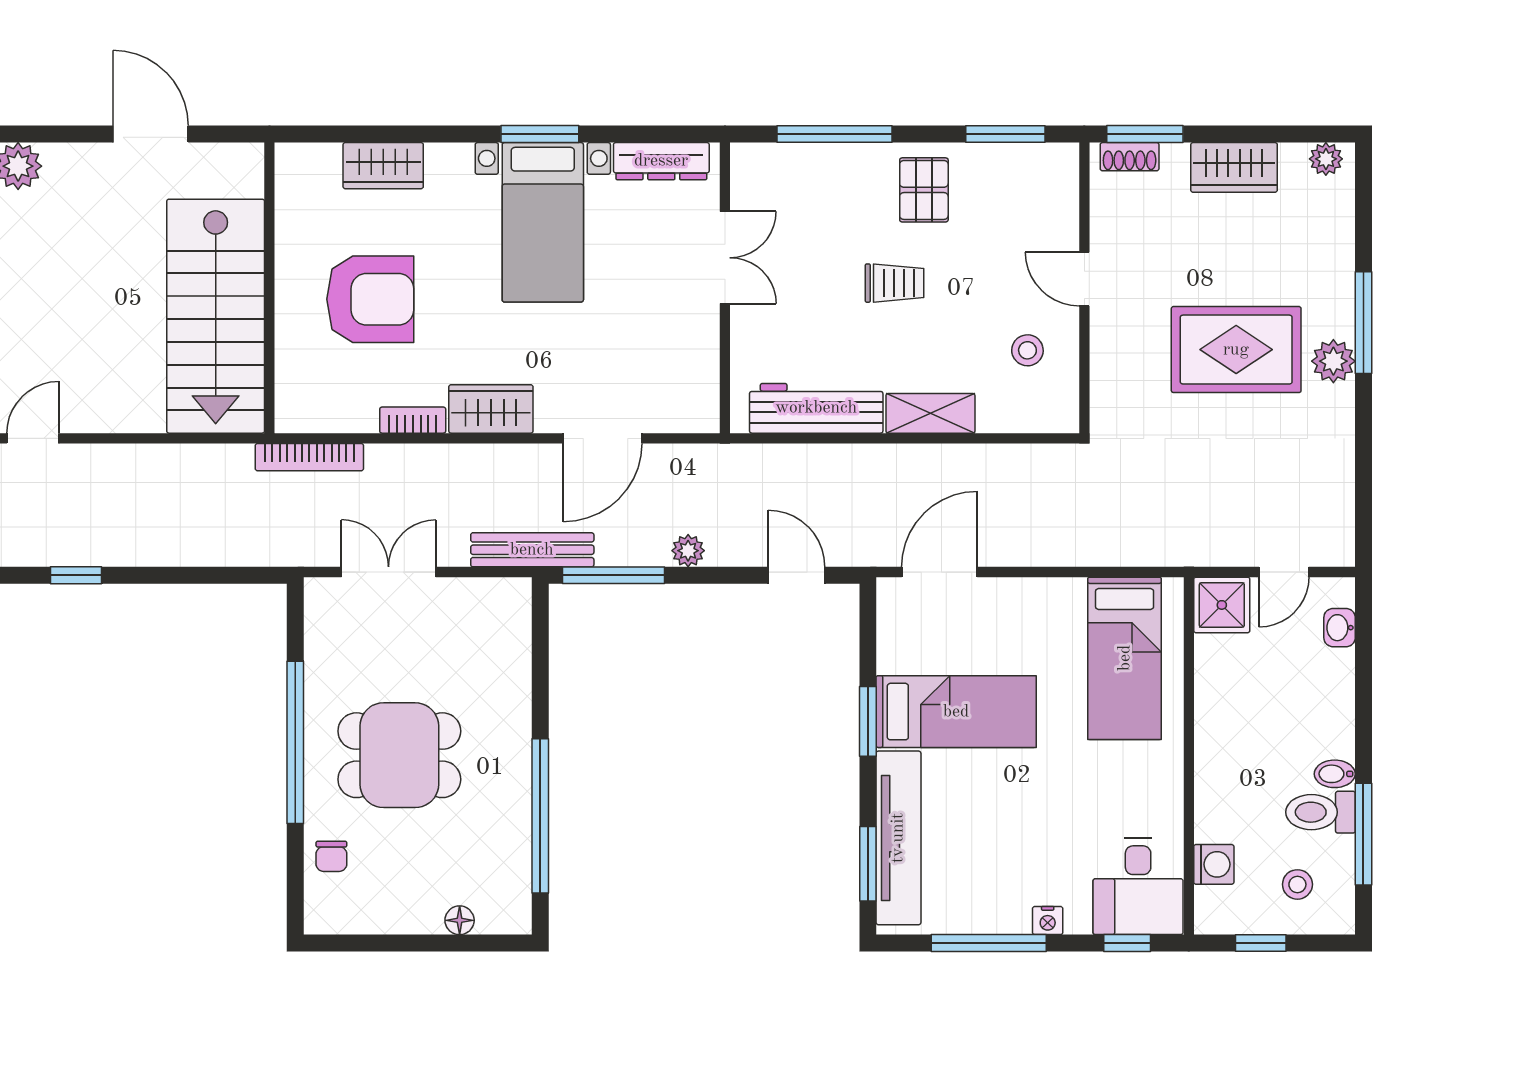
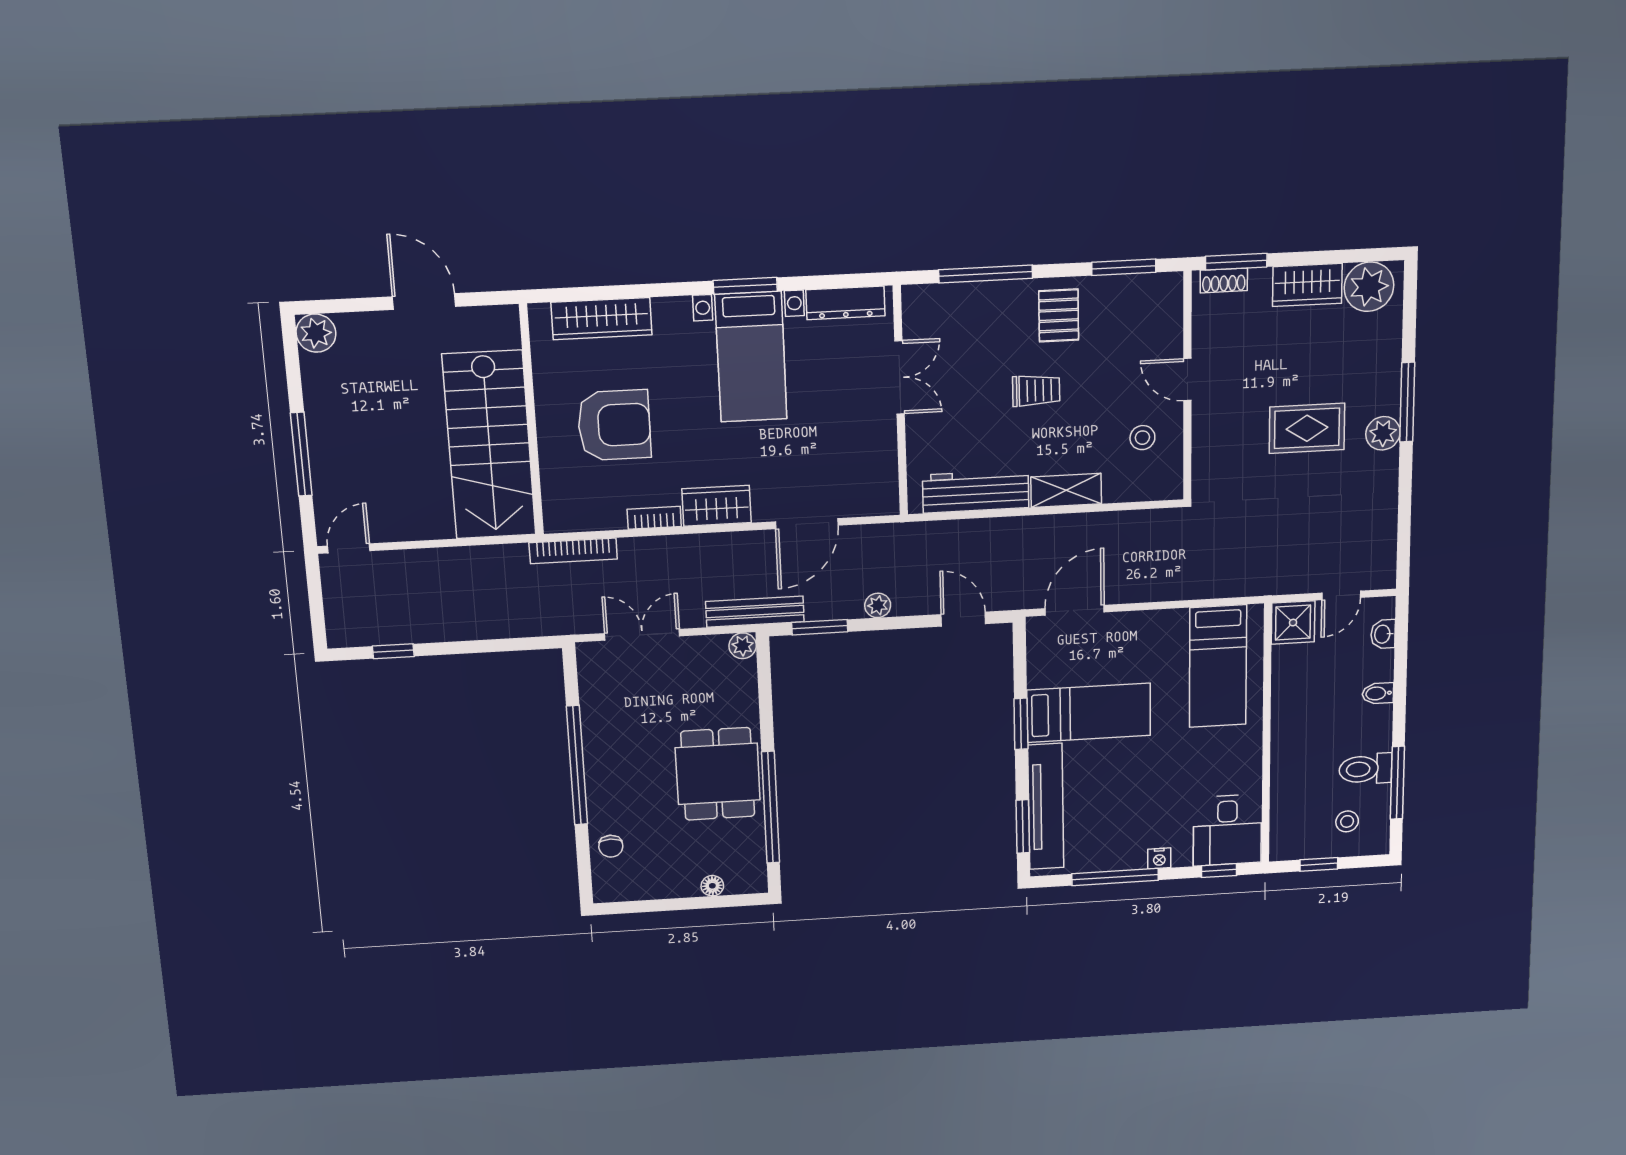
plant: (1326, 159) -> (1369, 287), width x1.88, depth x1.88
wardrobe: (383, 166) -> (602, 319), width x1.50
rug: (1236, 350) -> (1307, 428), width x0.73, depth x0.70
window: (613, 575) -> (820, 627), width x0.69
plant: (515, 594) -> (743, 646), added
dining table: (399, 755) -> (718, 774), moved, turned 90
bidet: (1335, 774) -> (1378, 693), moved
washing machine: (1214, 864) -> (1285, 811), removed

